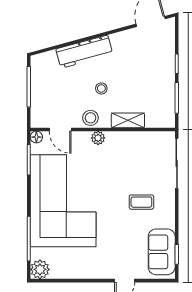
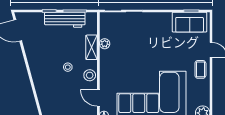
workbench: (84, 52) -> (65, 20), moved, turned 105
door: (60, 129) -> (98, 98), swing flipped
plant: (98, 138) -> (105, 44), moved
coffee table: (141, 202) -> (200, 69), moved

